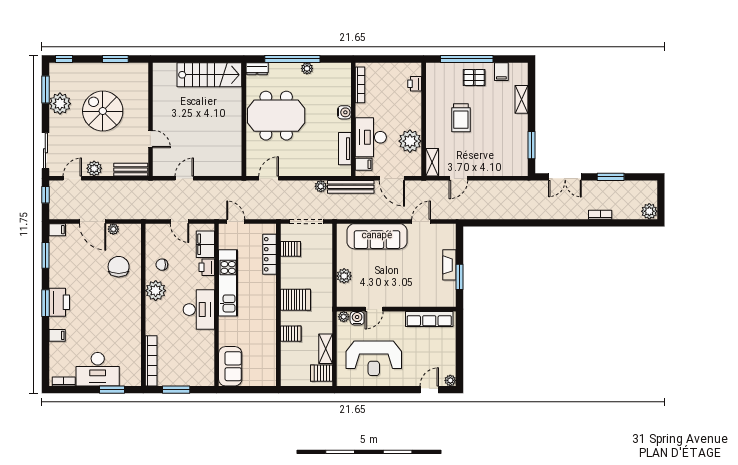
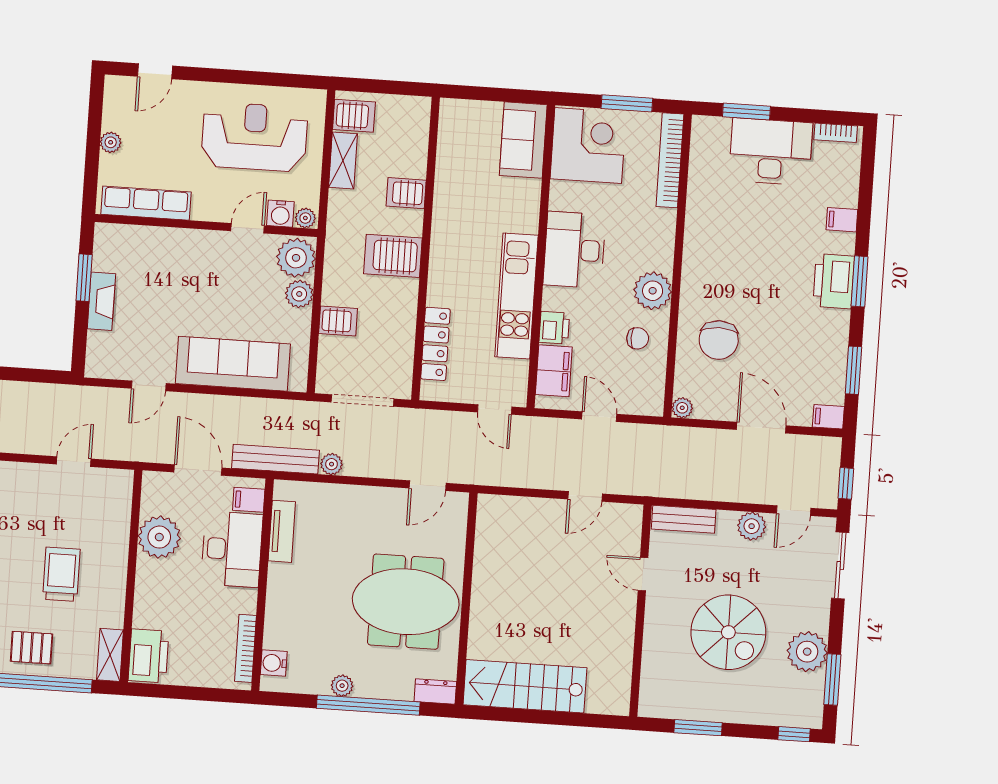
printer: (415, 84) -> (148, 656), width x1.87, depth x1.48
water cooler: (344, 112) -> (274, 663), moved
shelving: (432, 162) -> (110, 655), moved
plant: (113, 229) -> (682, 408), moved
server rack: (290, 249) -> (338, 321), moved, turned 180
plant: (347, 295) -> (296, 258), added
corner desk: (195, 366) -> (588, 146), added
plant: (450, 380) -> (111, 142), moved

